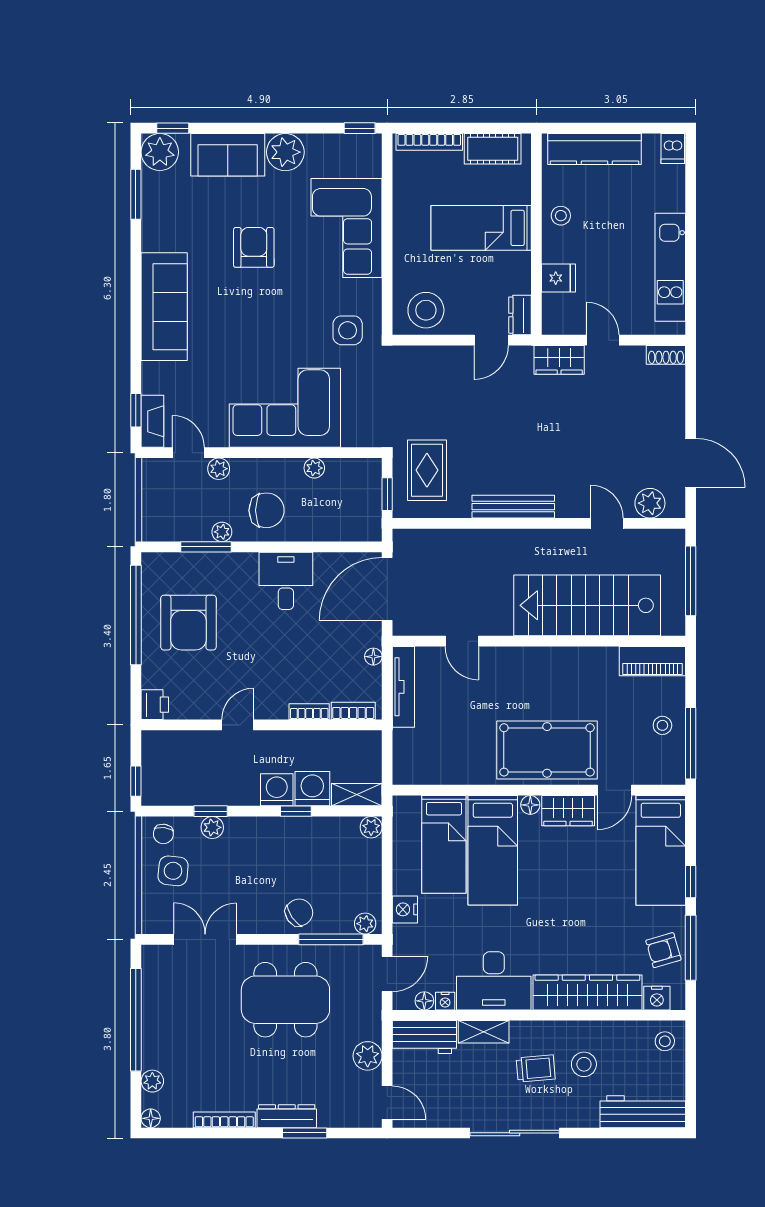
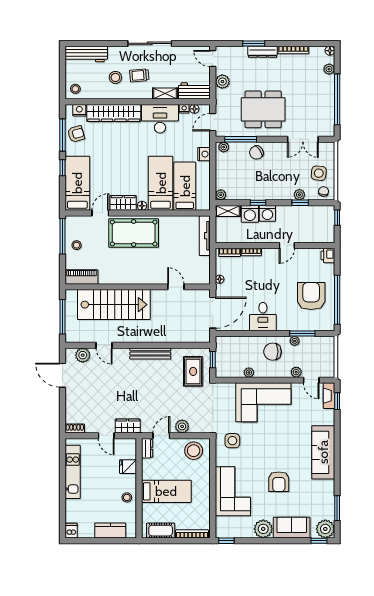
kitchen counter: (594, 149) -> (110, 530), width x0.67
plant: (449, 359) -> (182, 426), added
tv unit: (403, 687) -> (205, 236), moved

